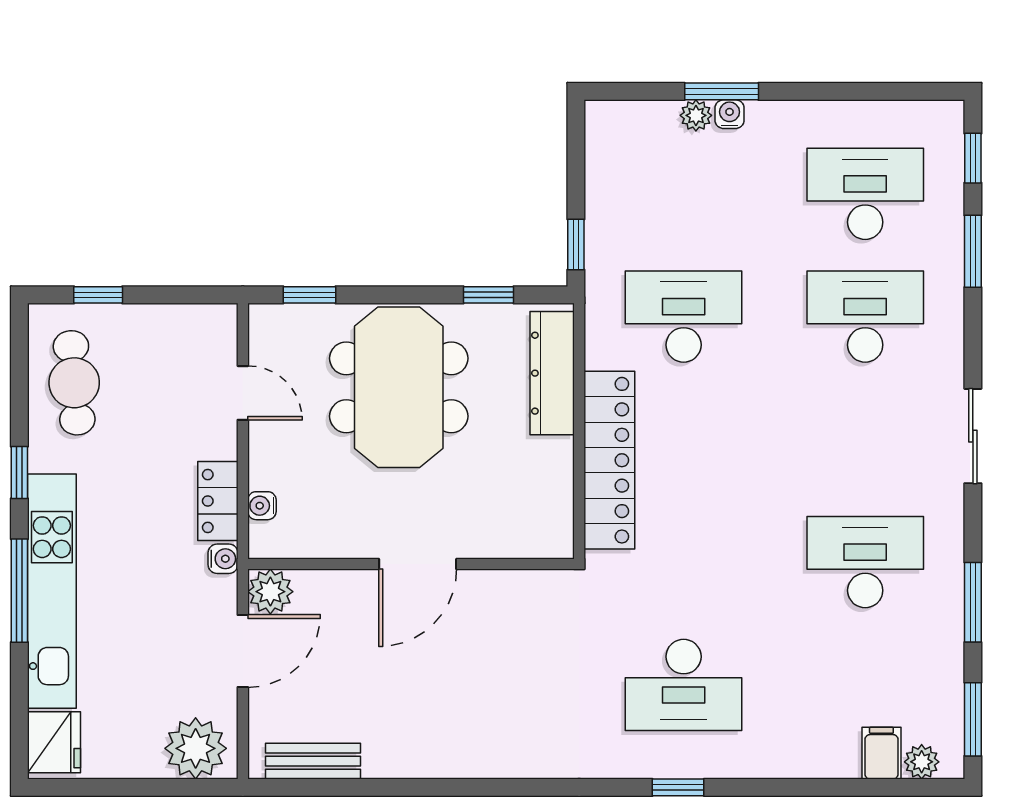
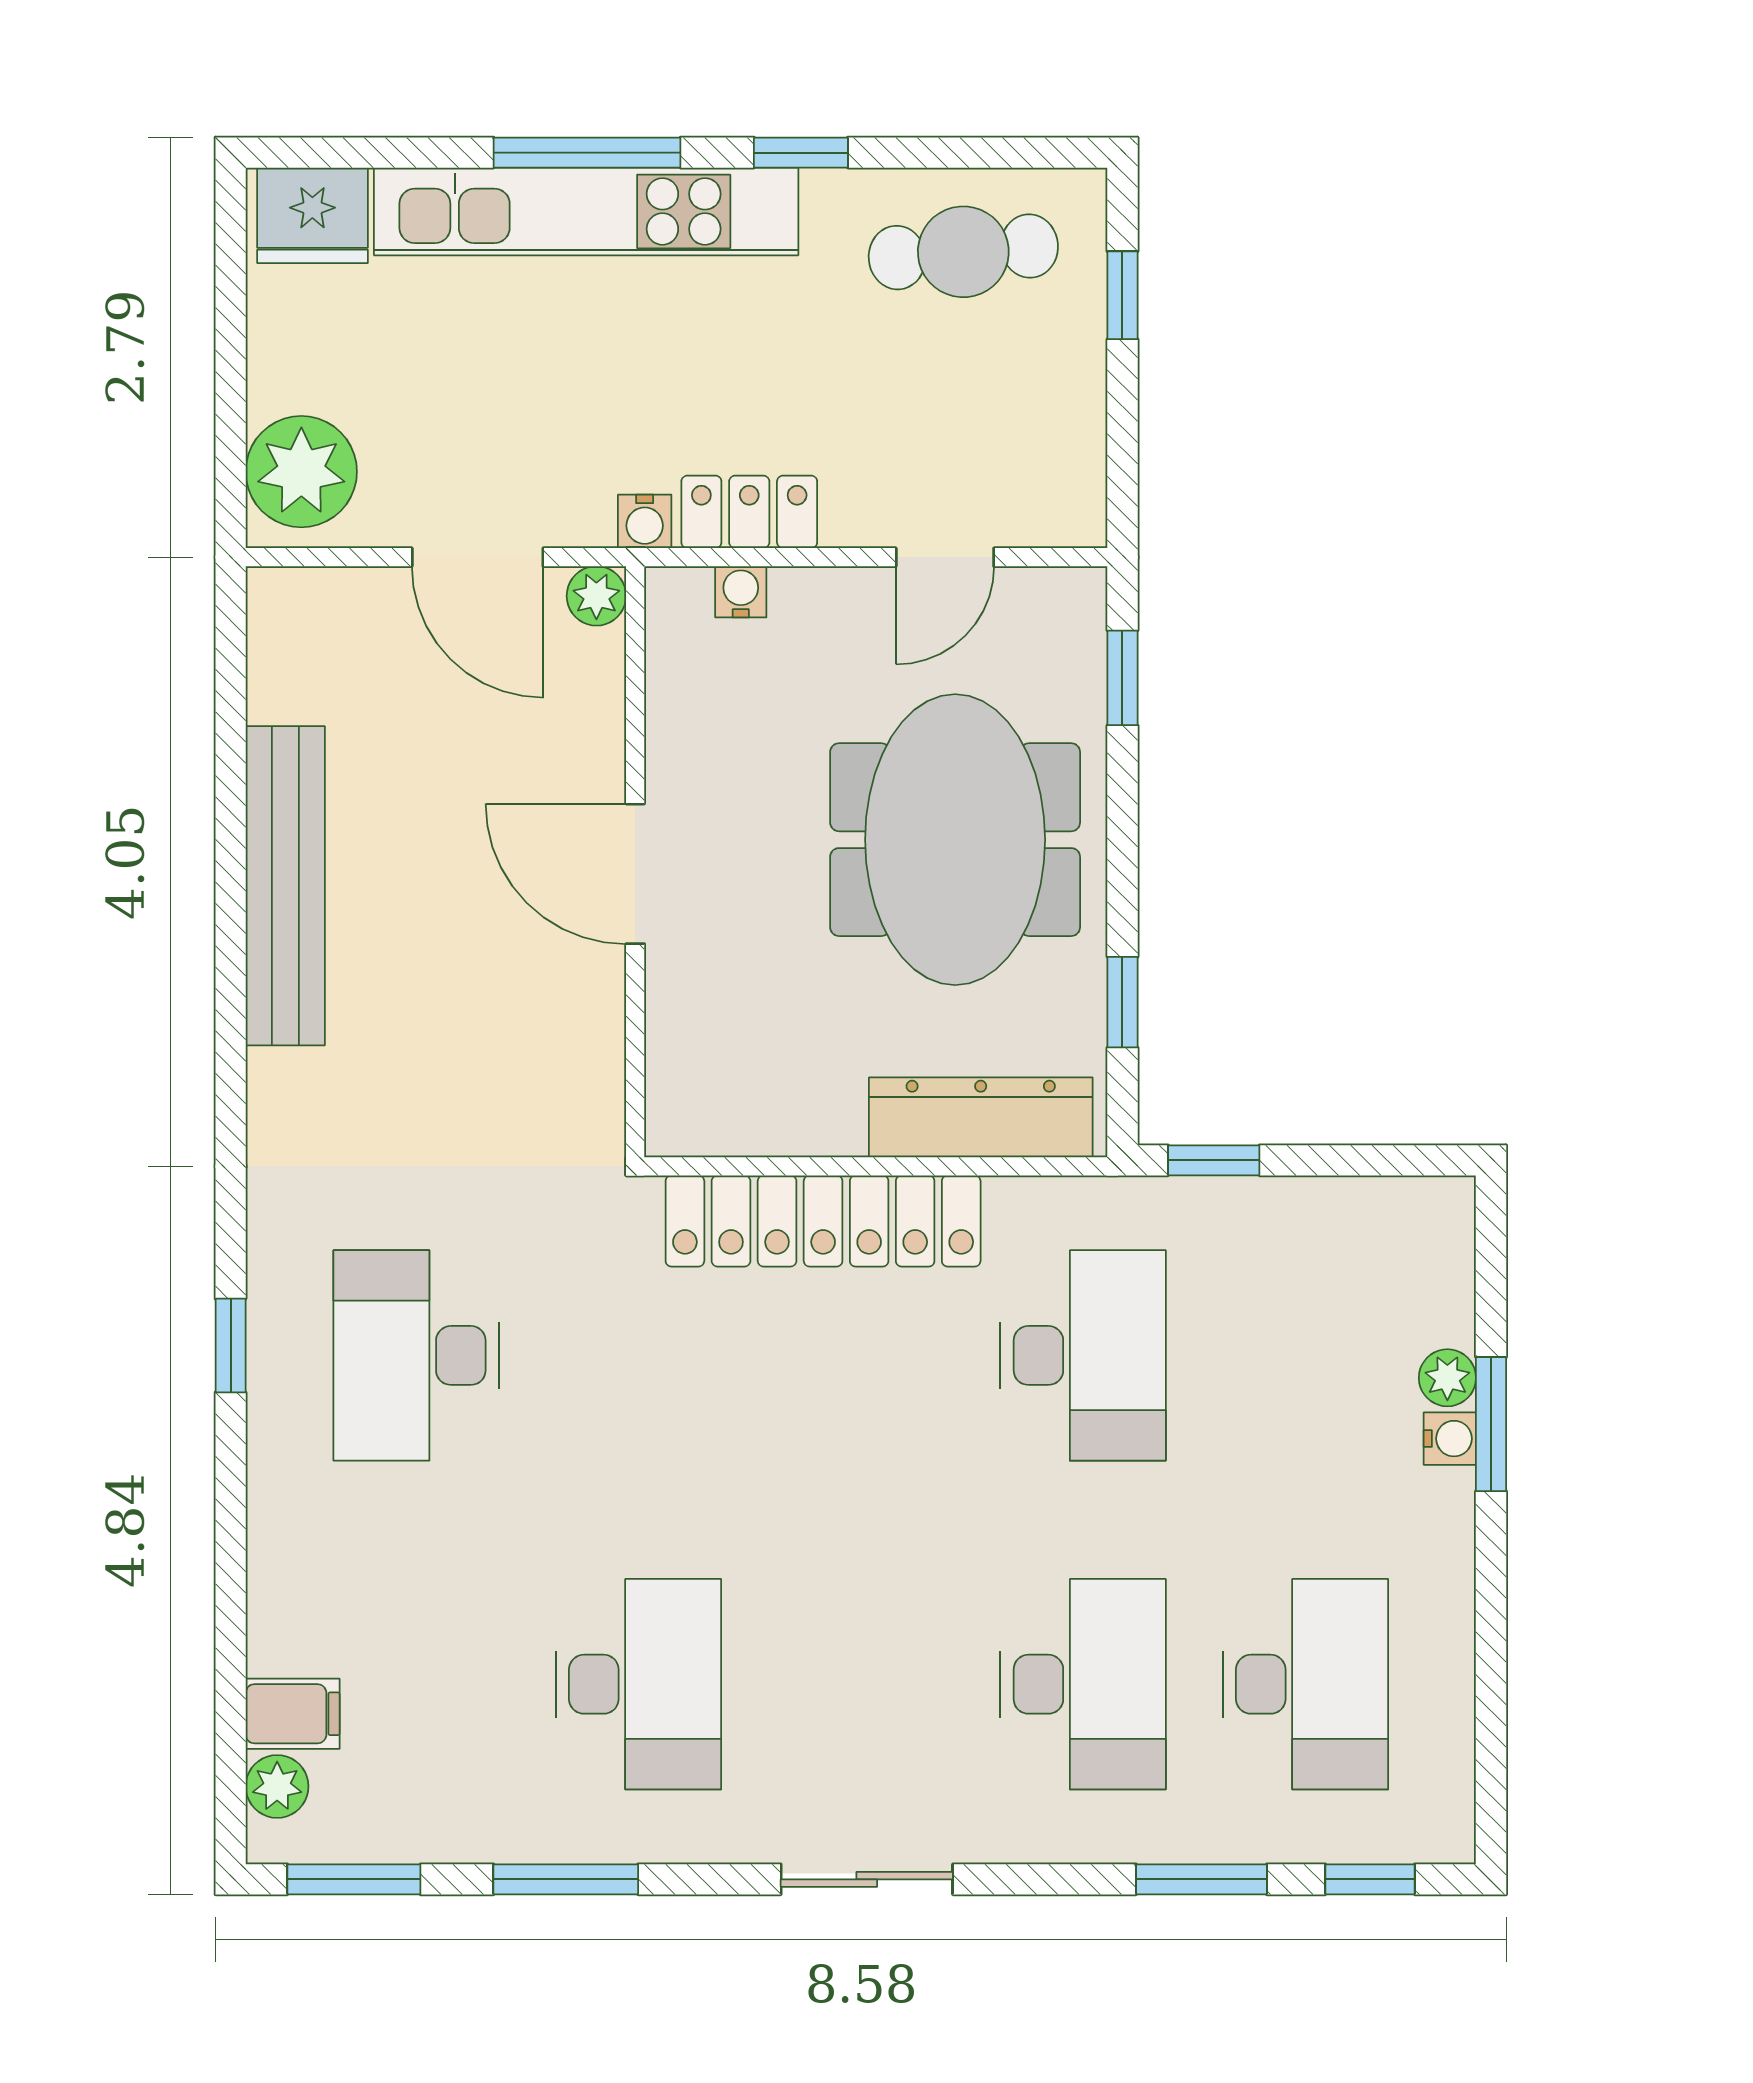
meeting table: (399, 387) -> (955, 840), turned 90
plant: (270, 592) -> (596, 596), width x0.73, depth x0.73
bench: (313, 761) -> (285, 886), moved, width x1.86, depth x1.21

